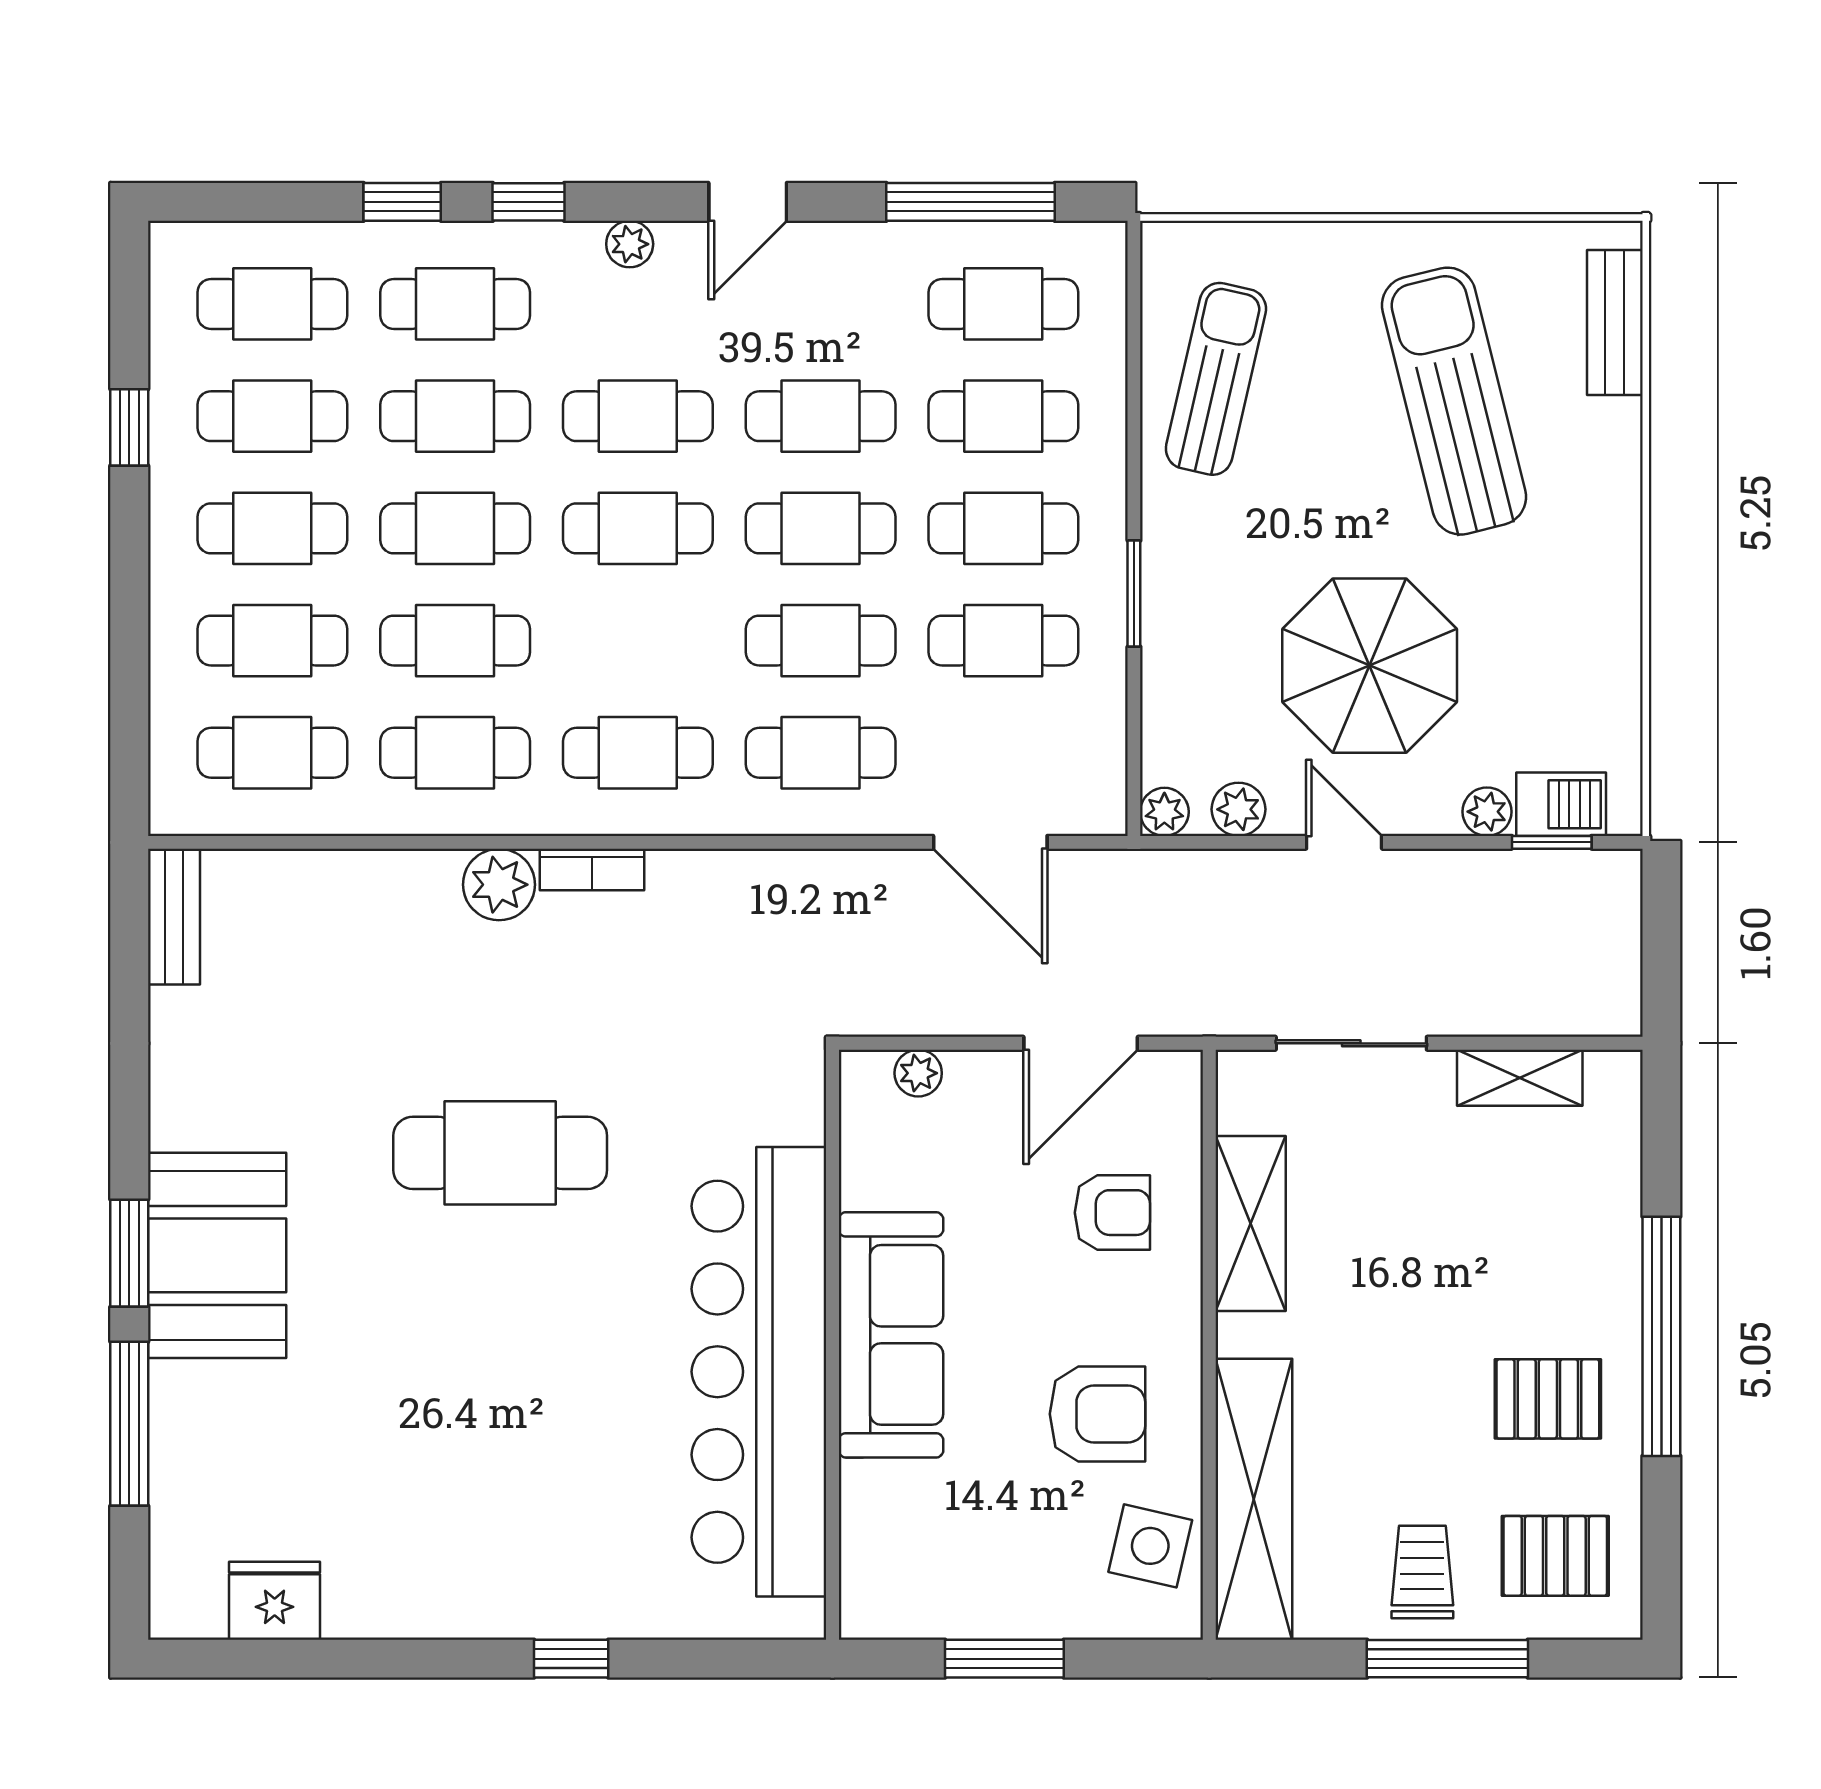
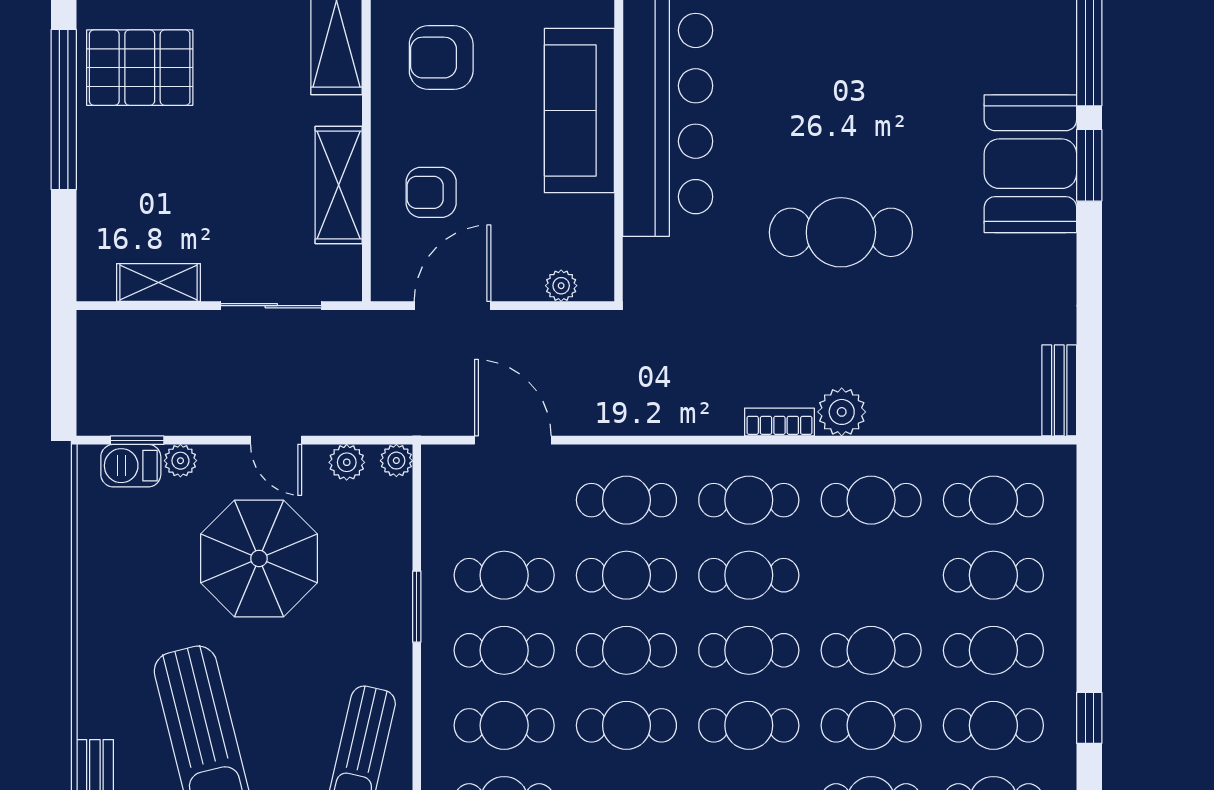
cafe table: (455, 641) -> (749, 575), moved
pallet: (1548, 1399) -> (140, 68), width x1.50, depth x1.42

